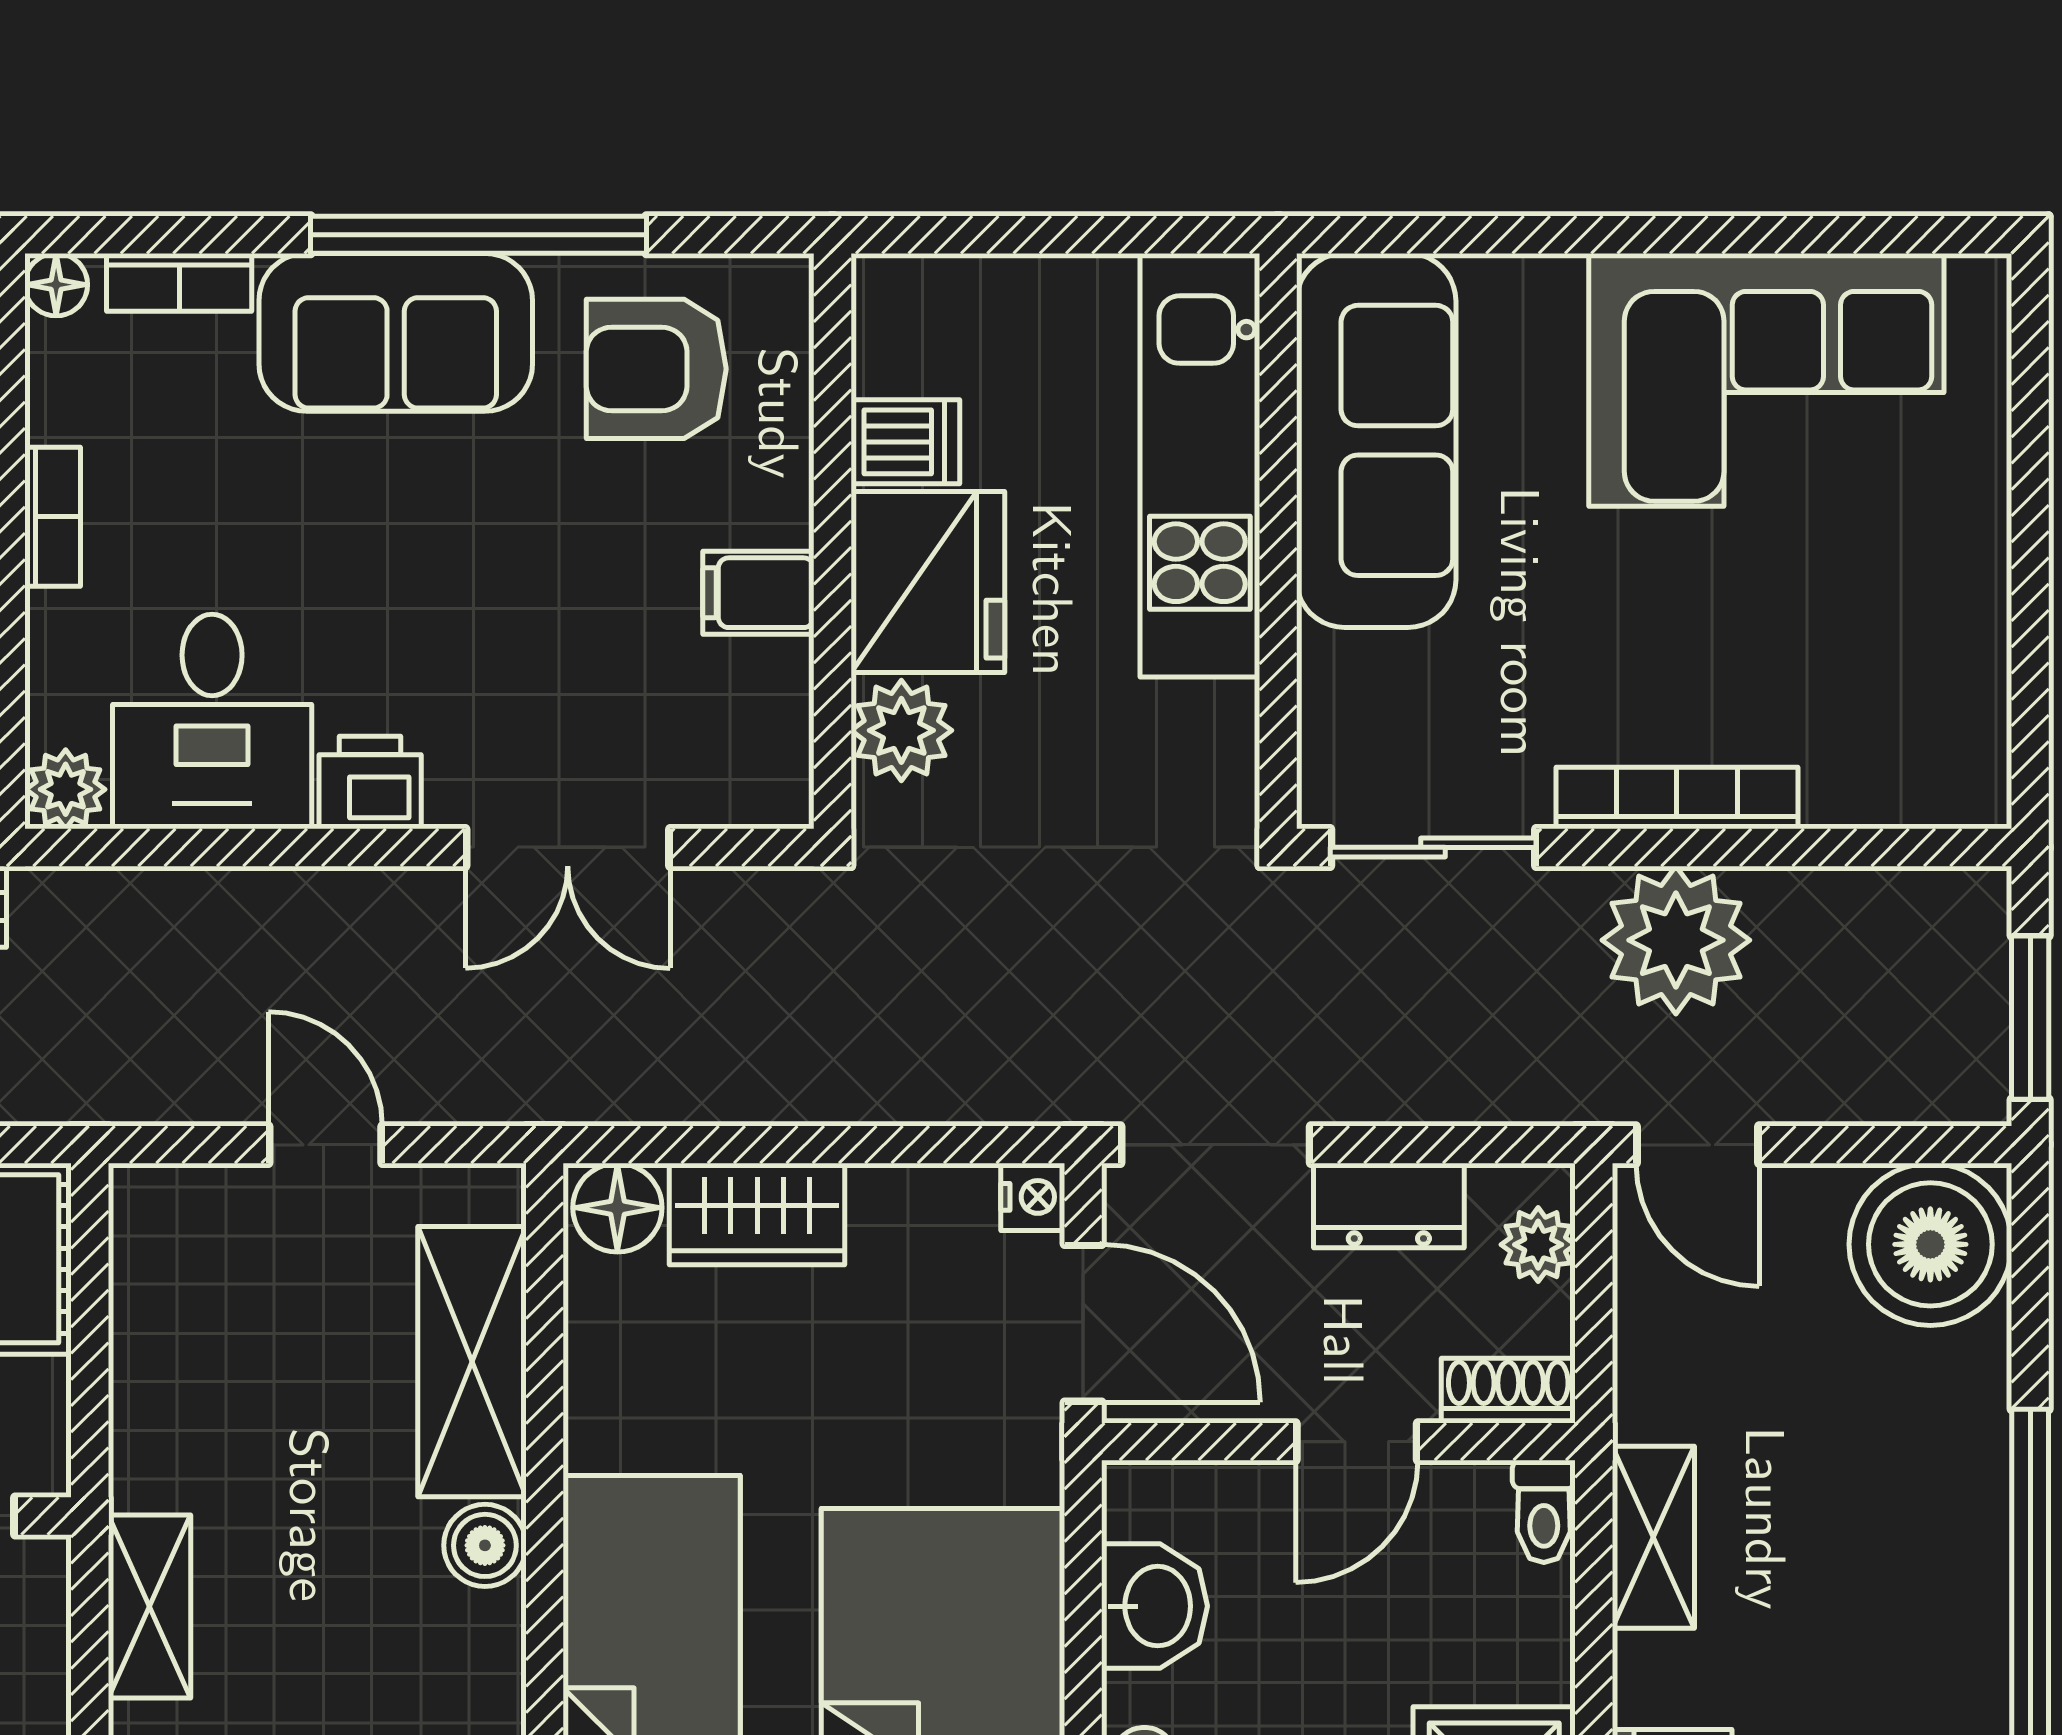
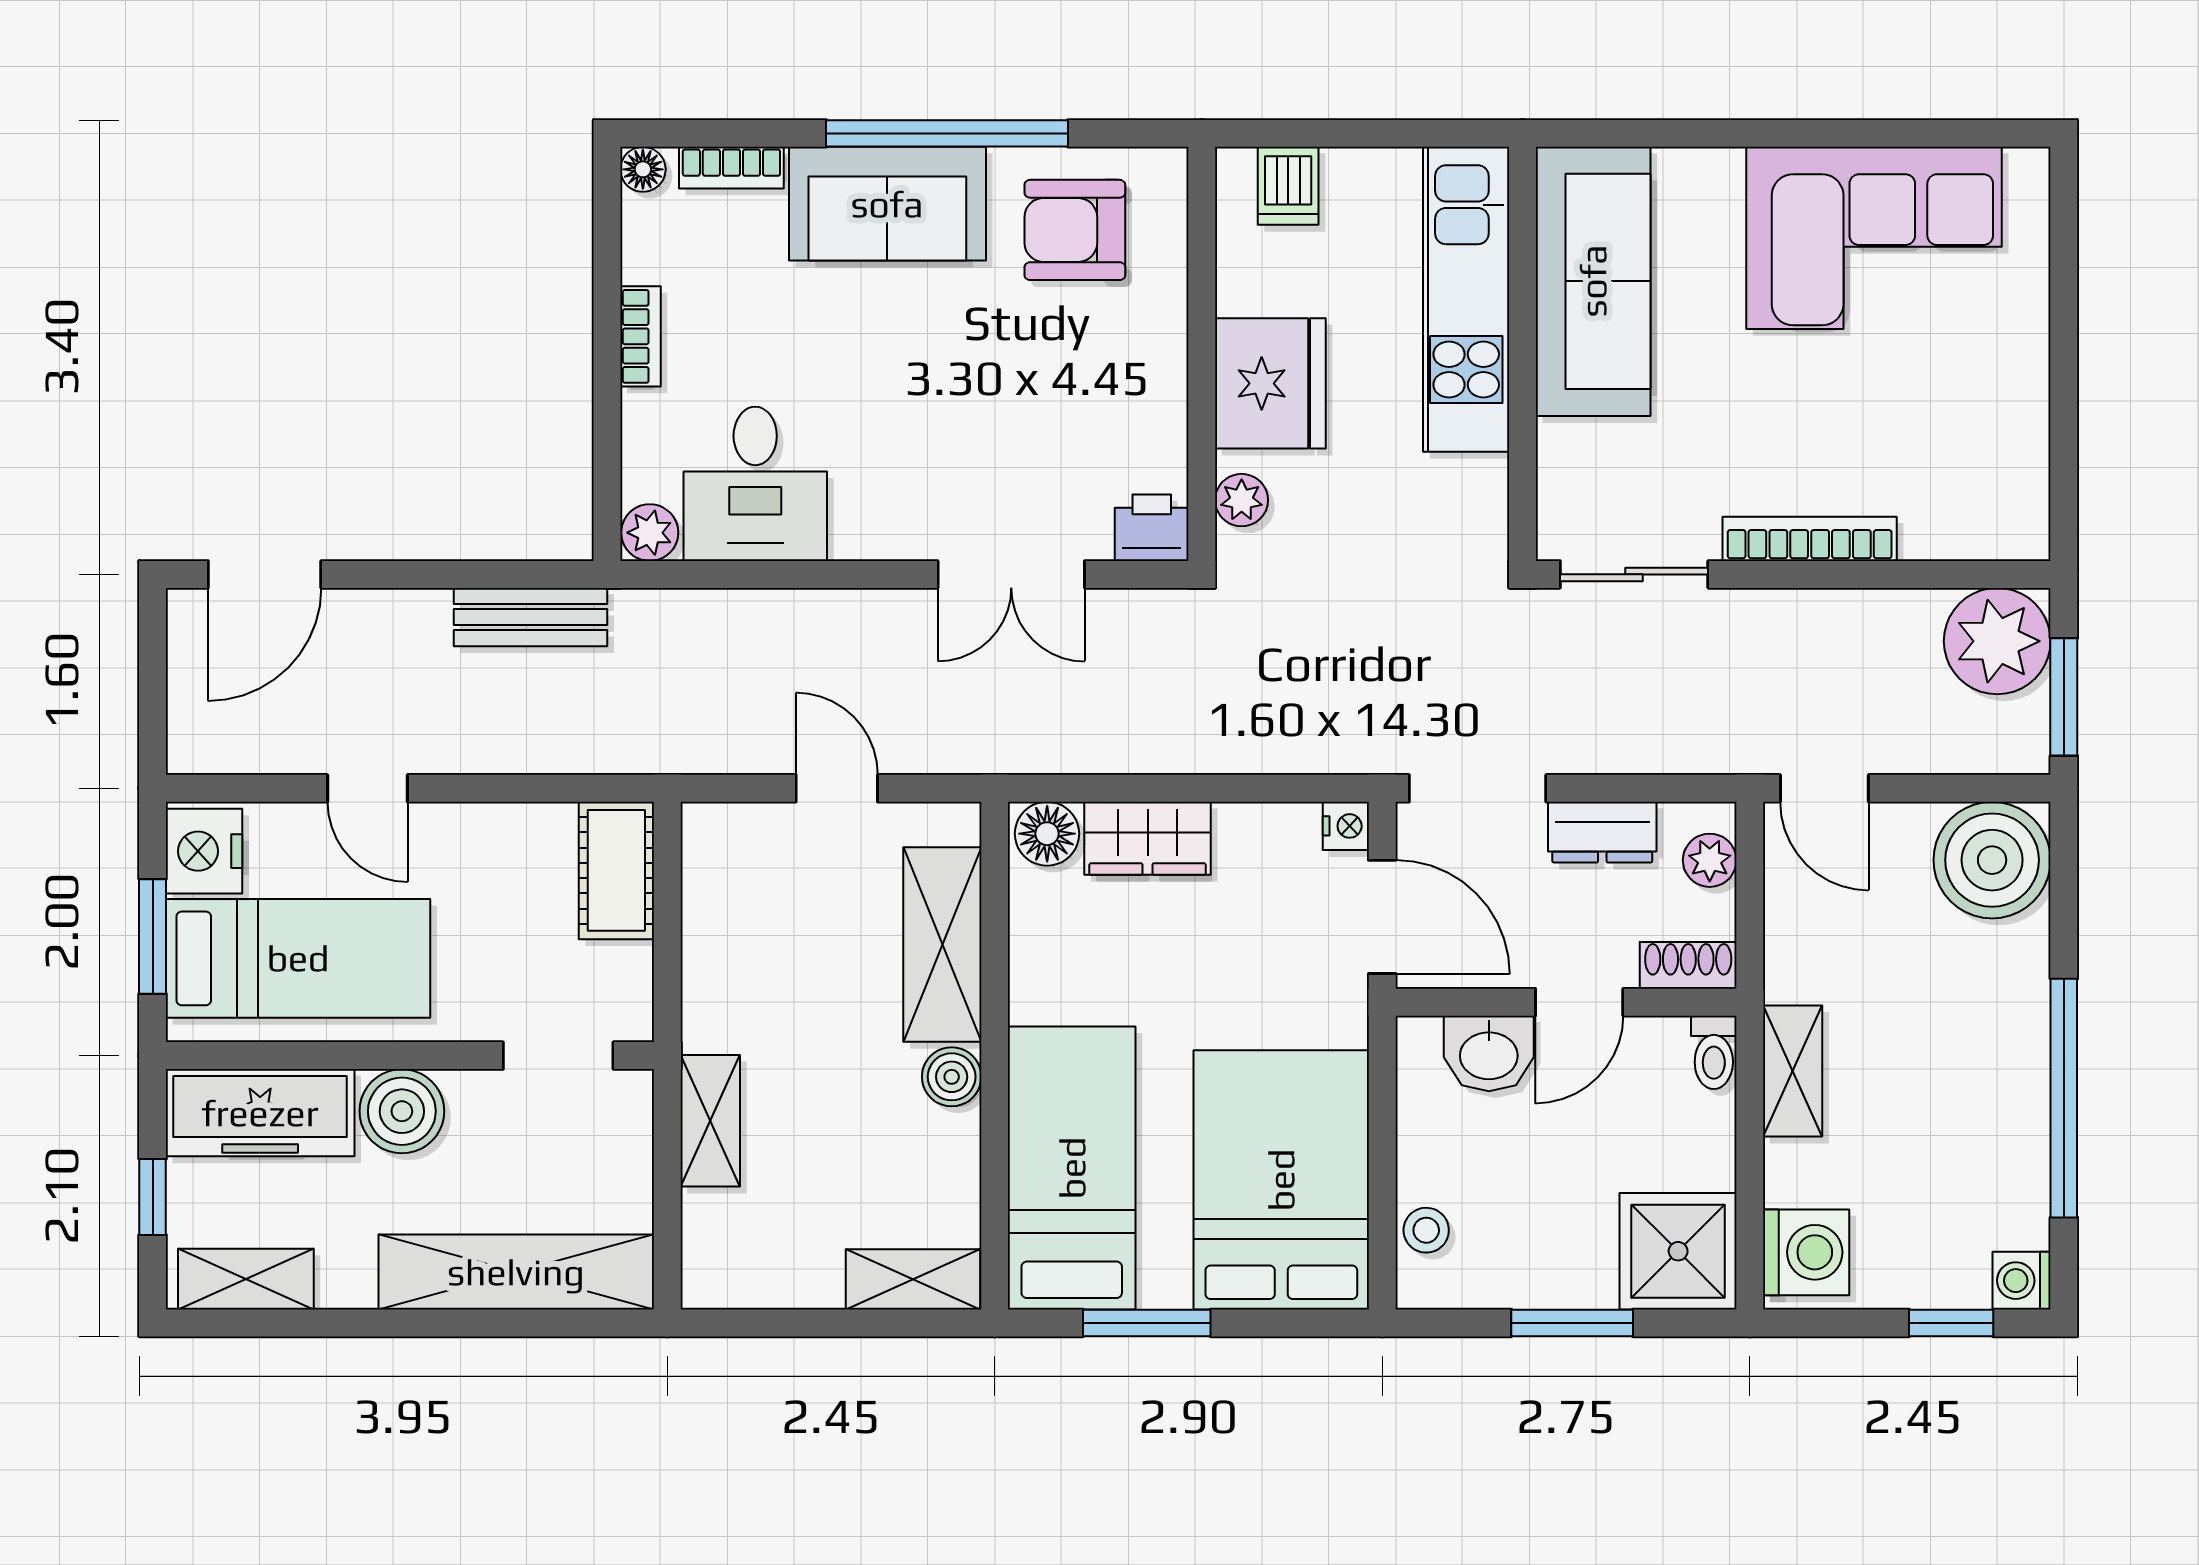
dishwasher: (905, 442) -> (1288, 186), moved, turned 90
filing cabinet: (758, 593) -> (1148, 391), removed
plant: (901, 730) -> (1242, 500), width x0.73, depth x0.73
printer: (370, 782) -> (1152, 528), moved
plant: (1676, 940) -> (1997, 641), moved
washbasin: (1155, 1606) -> (1489, 1053), moved, turned 90

